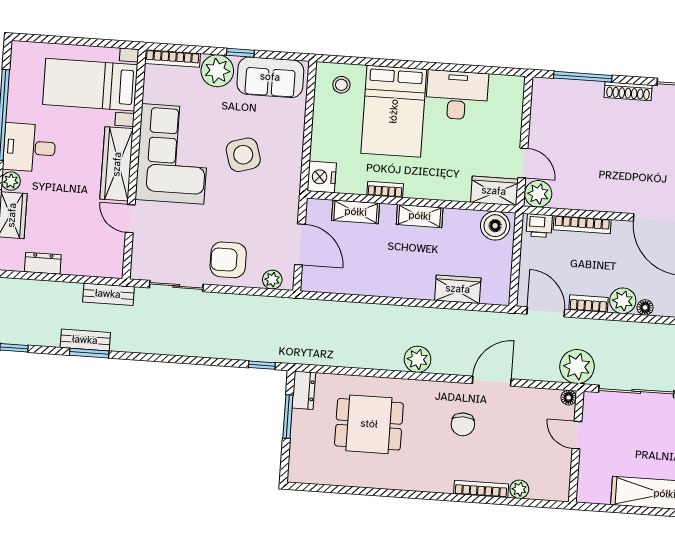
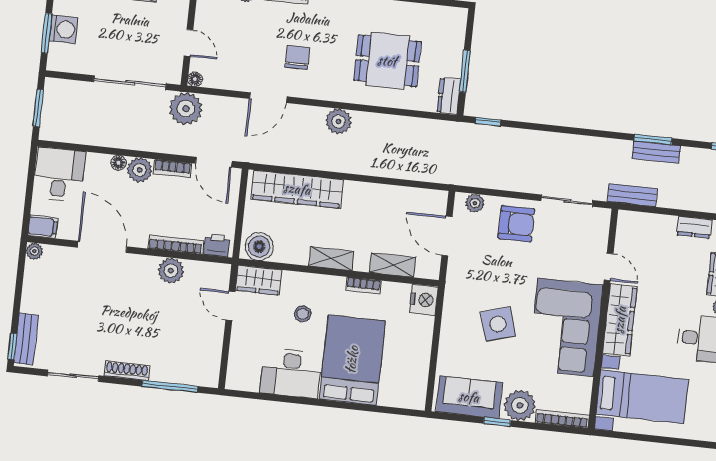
stool: (341, 85) -> (303, 314), moved
plant: (538, 194) -> (171, 271), moved
wardrobe: (458, 289) -> (297, 189), width x2.10, depth x1.17

